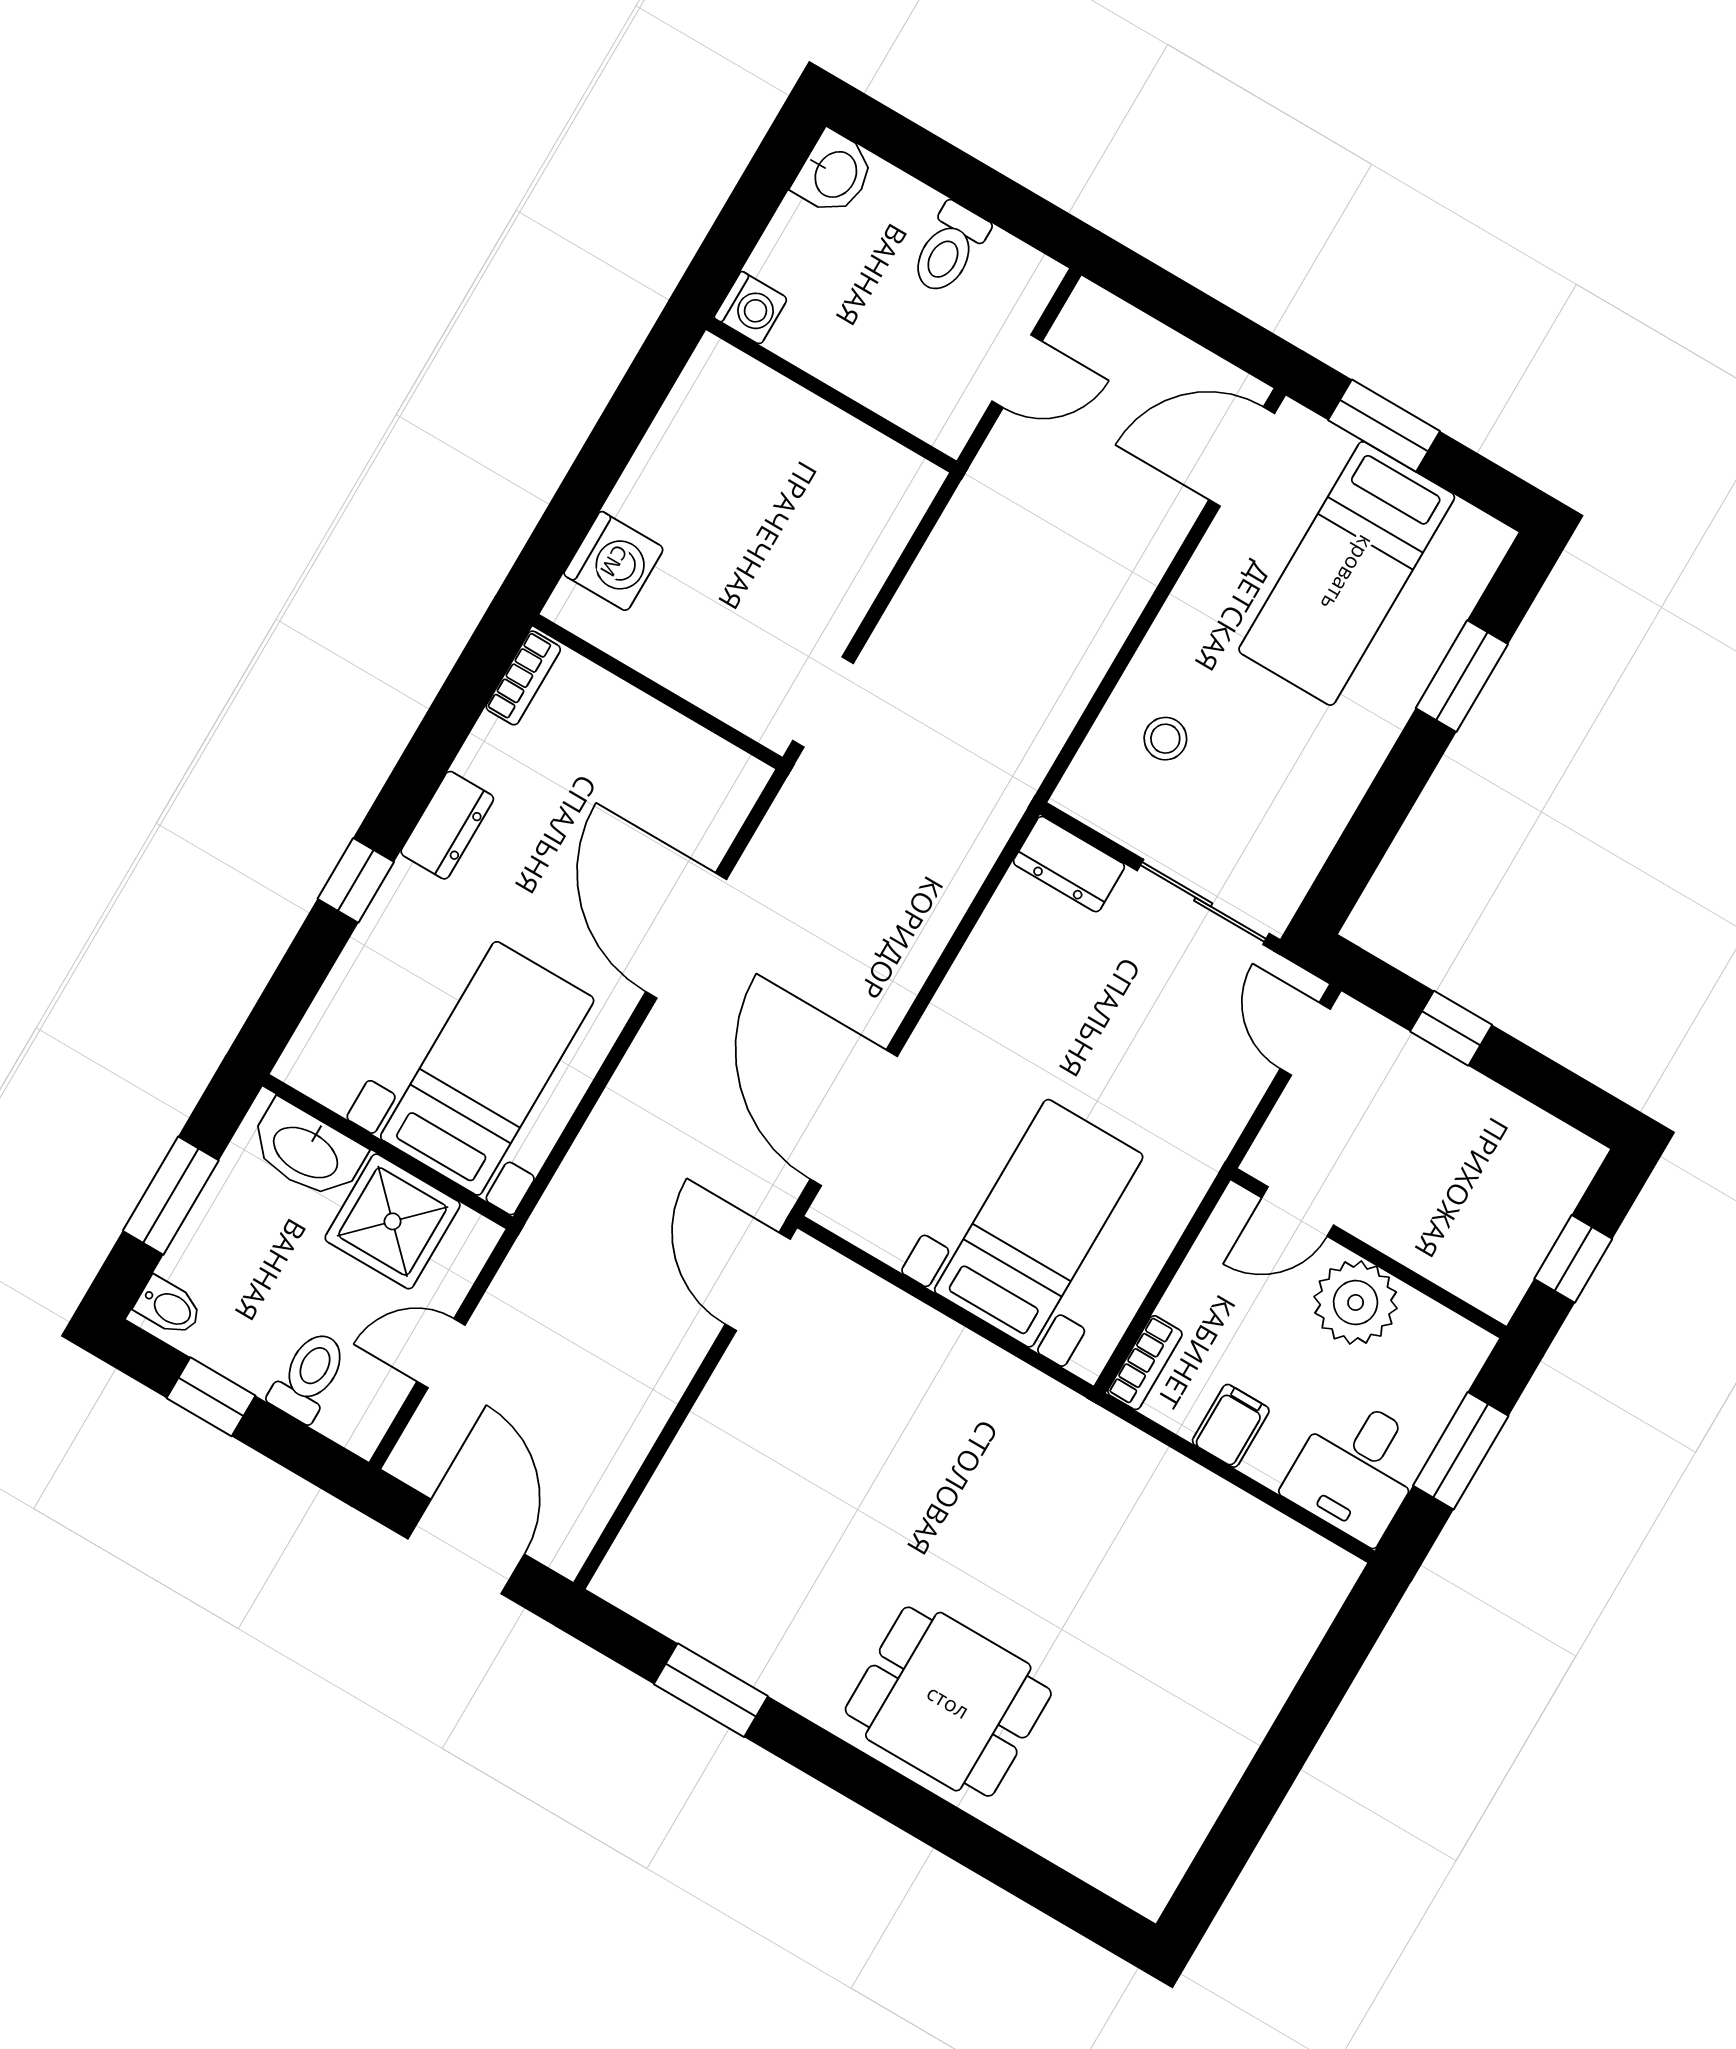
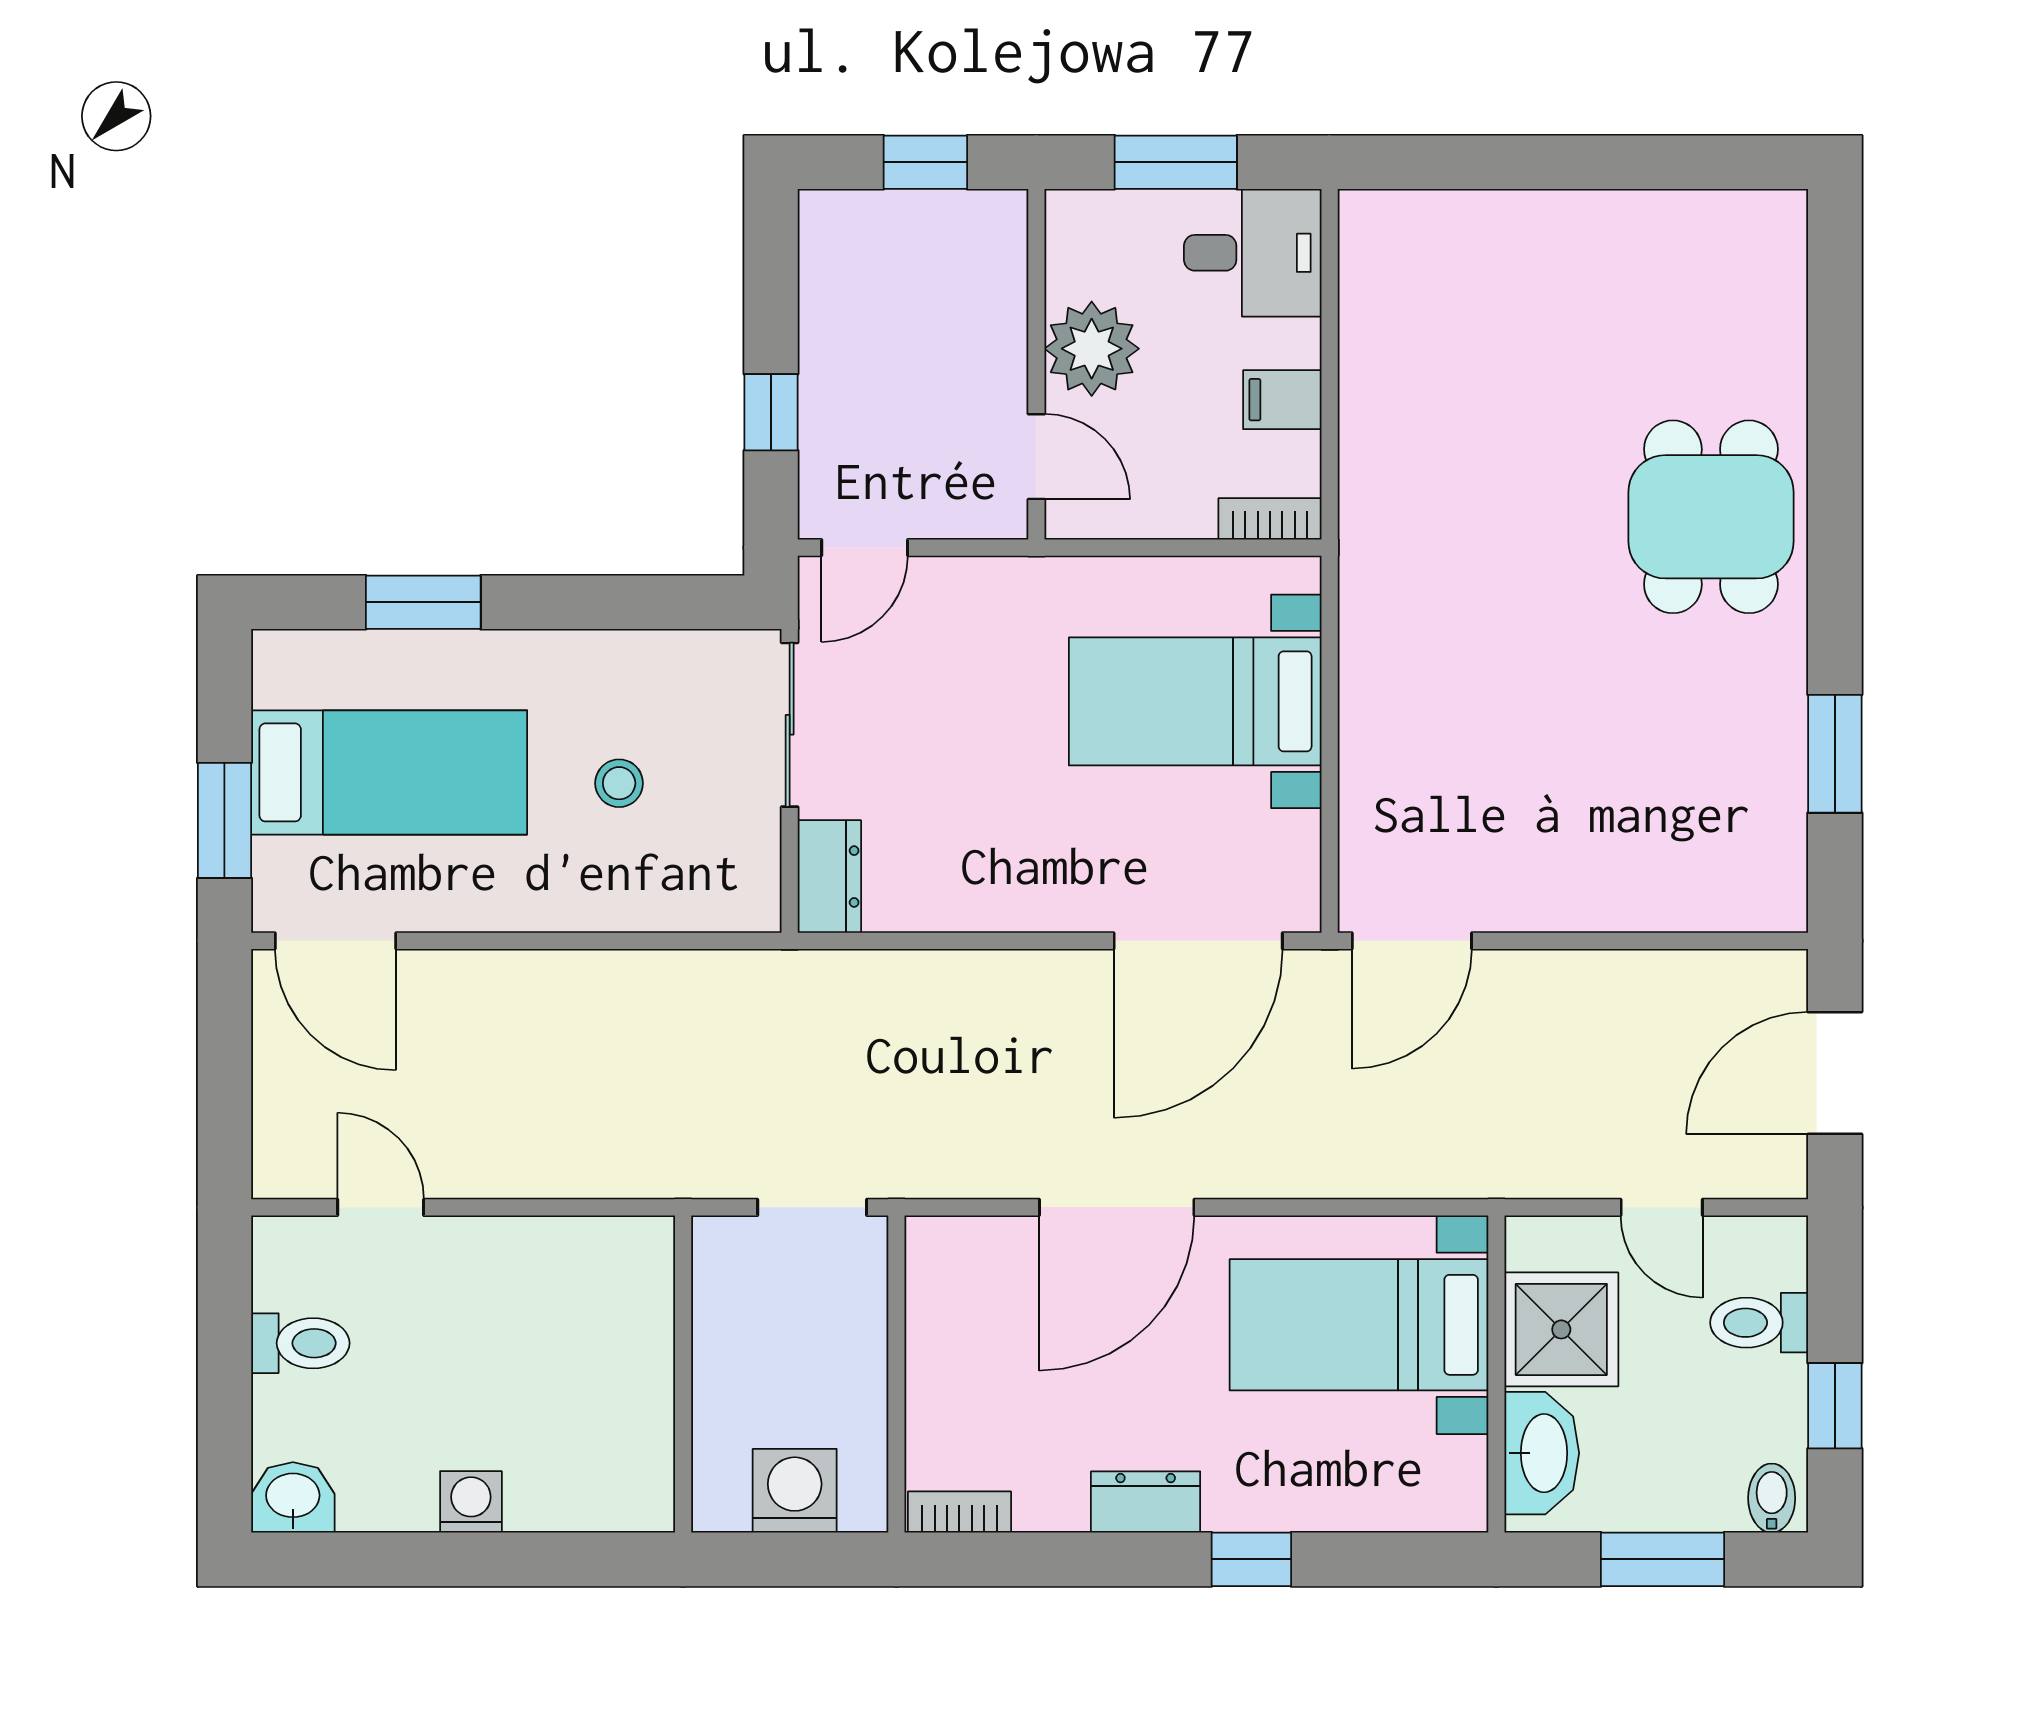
wall: (831, 395) -> (683, 1374), moved
stool: (1165, 739) -> (619, 783), moved

